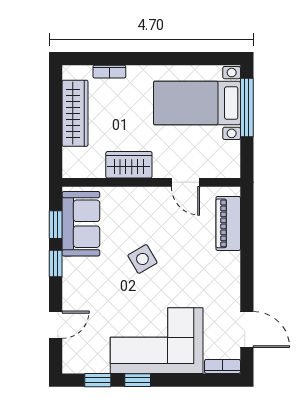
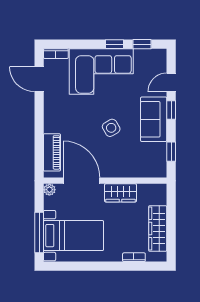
plant: (232, 170) -> (49, 190), added
door: (185, 182) -> (81, 181), width x1.87
sofa: (81, 224) -> (154, 119), moved
window: (56, 264) -> (171, 110), moved

